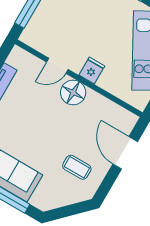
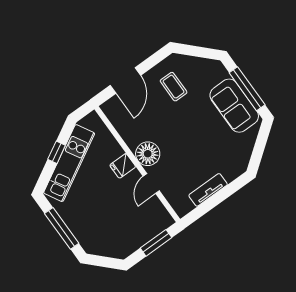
door: (57, 66) -> (151, 184), swing flipped

